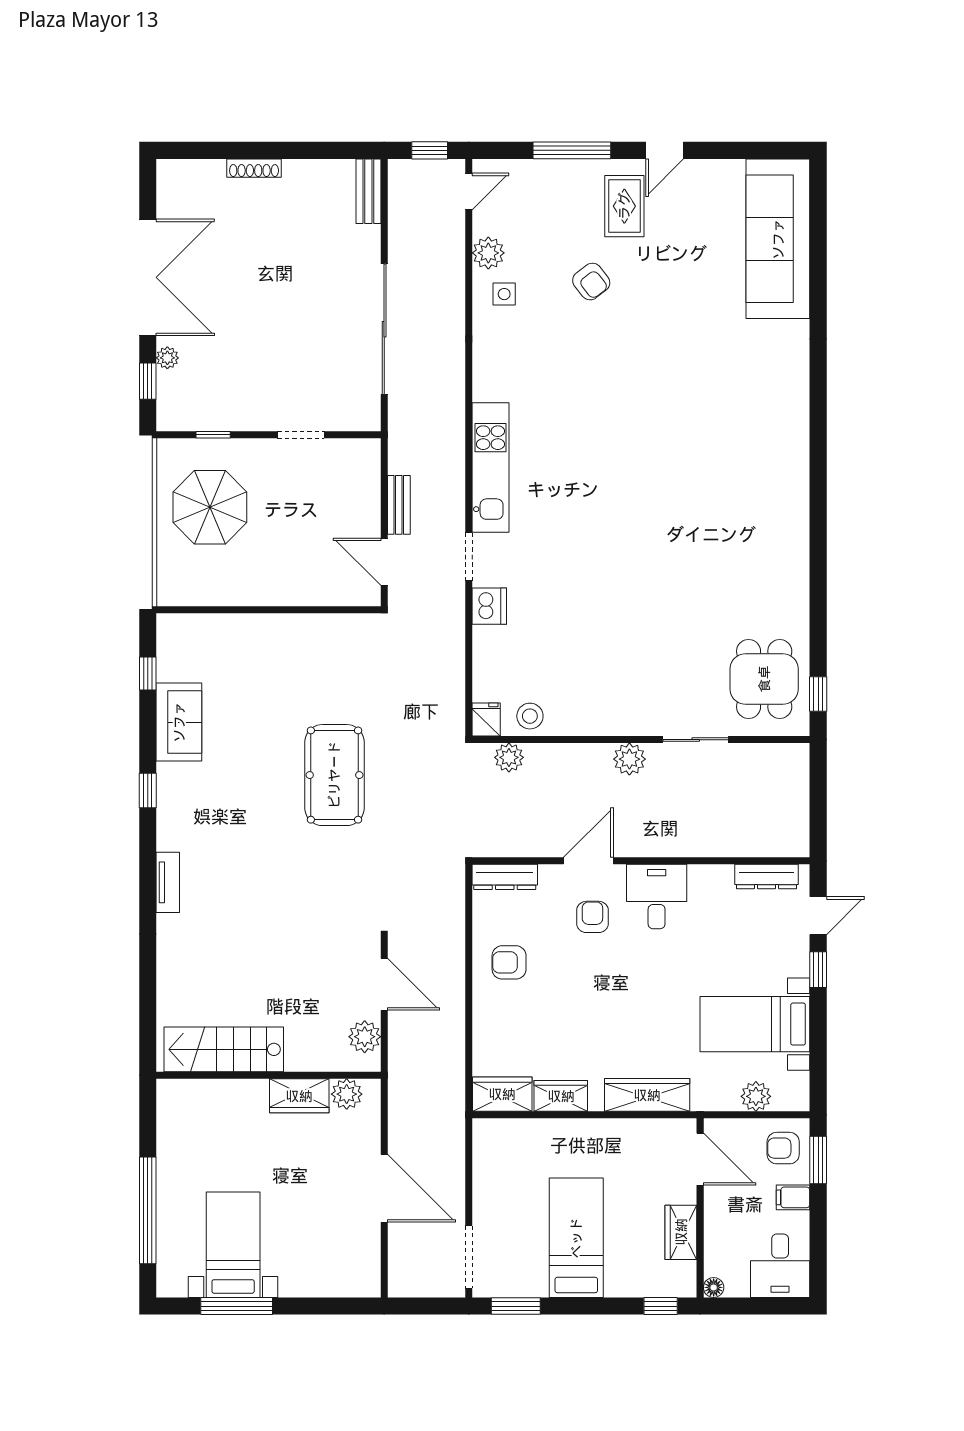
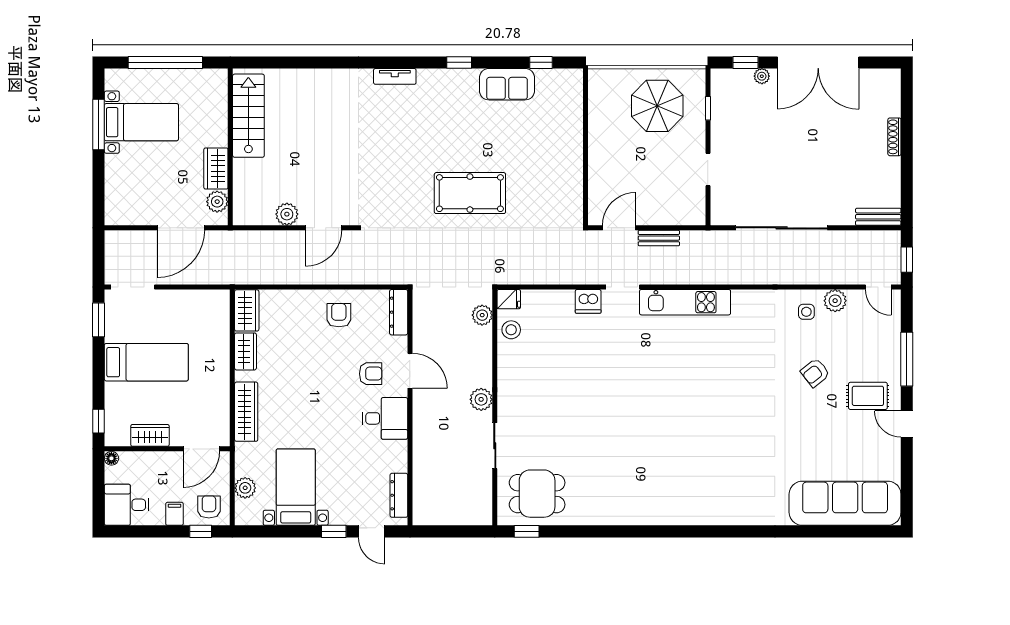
stairs: (224, 1049) -> (248, 116), moved
wall: (268, 1075) -> (230, 147), moved
plant: (347, 1094) -> (217, 202), moved
wardrobe: (299, 1096) -> (216, 168), moved
window: (818, 1160) -> (201, 531), width x0.67

